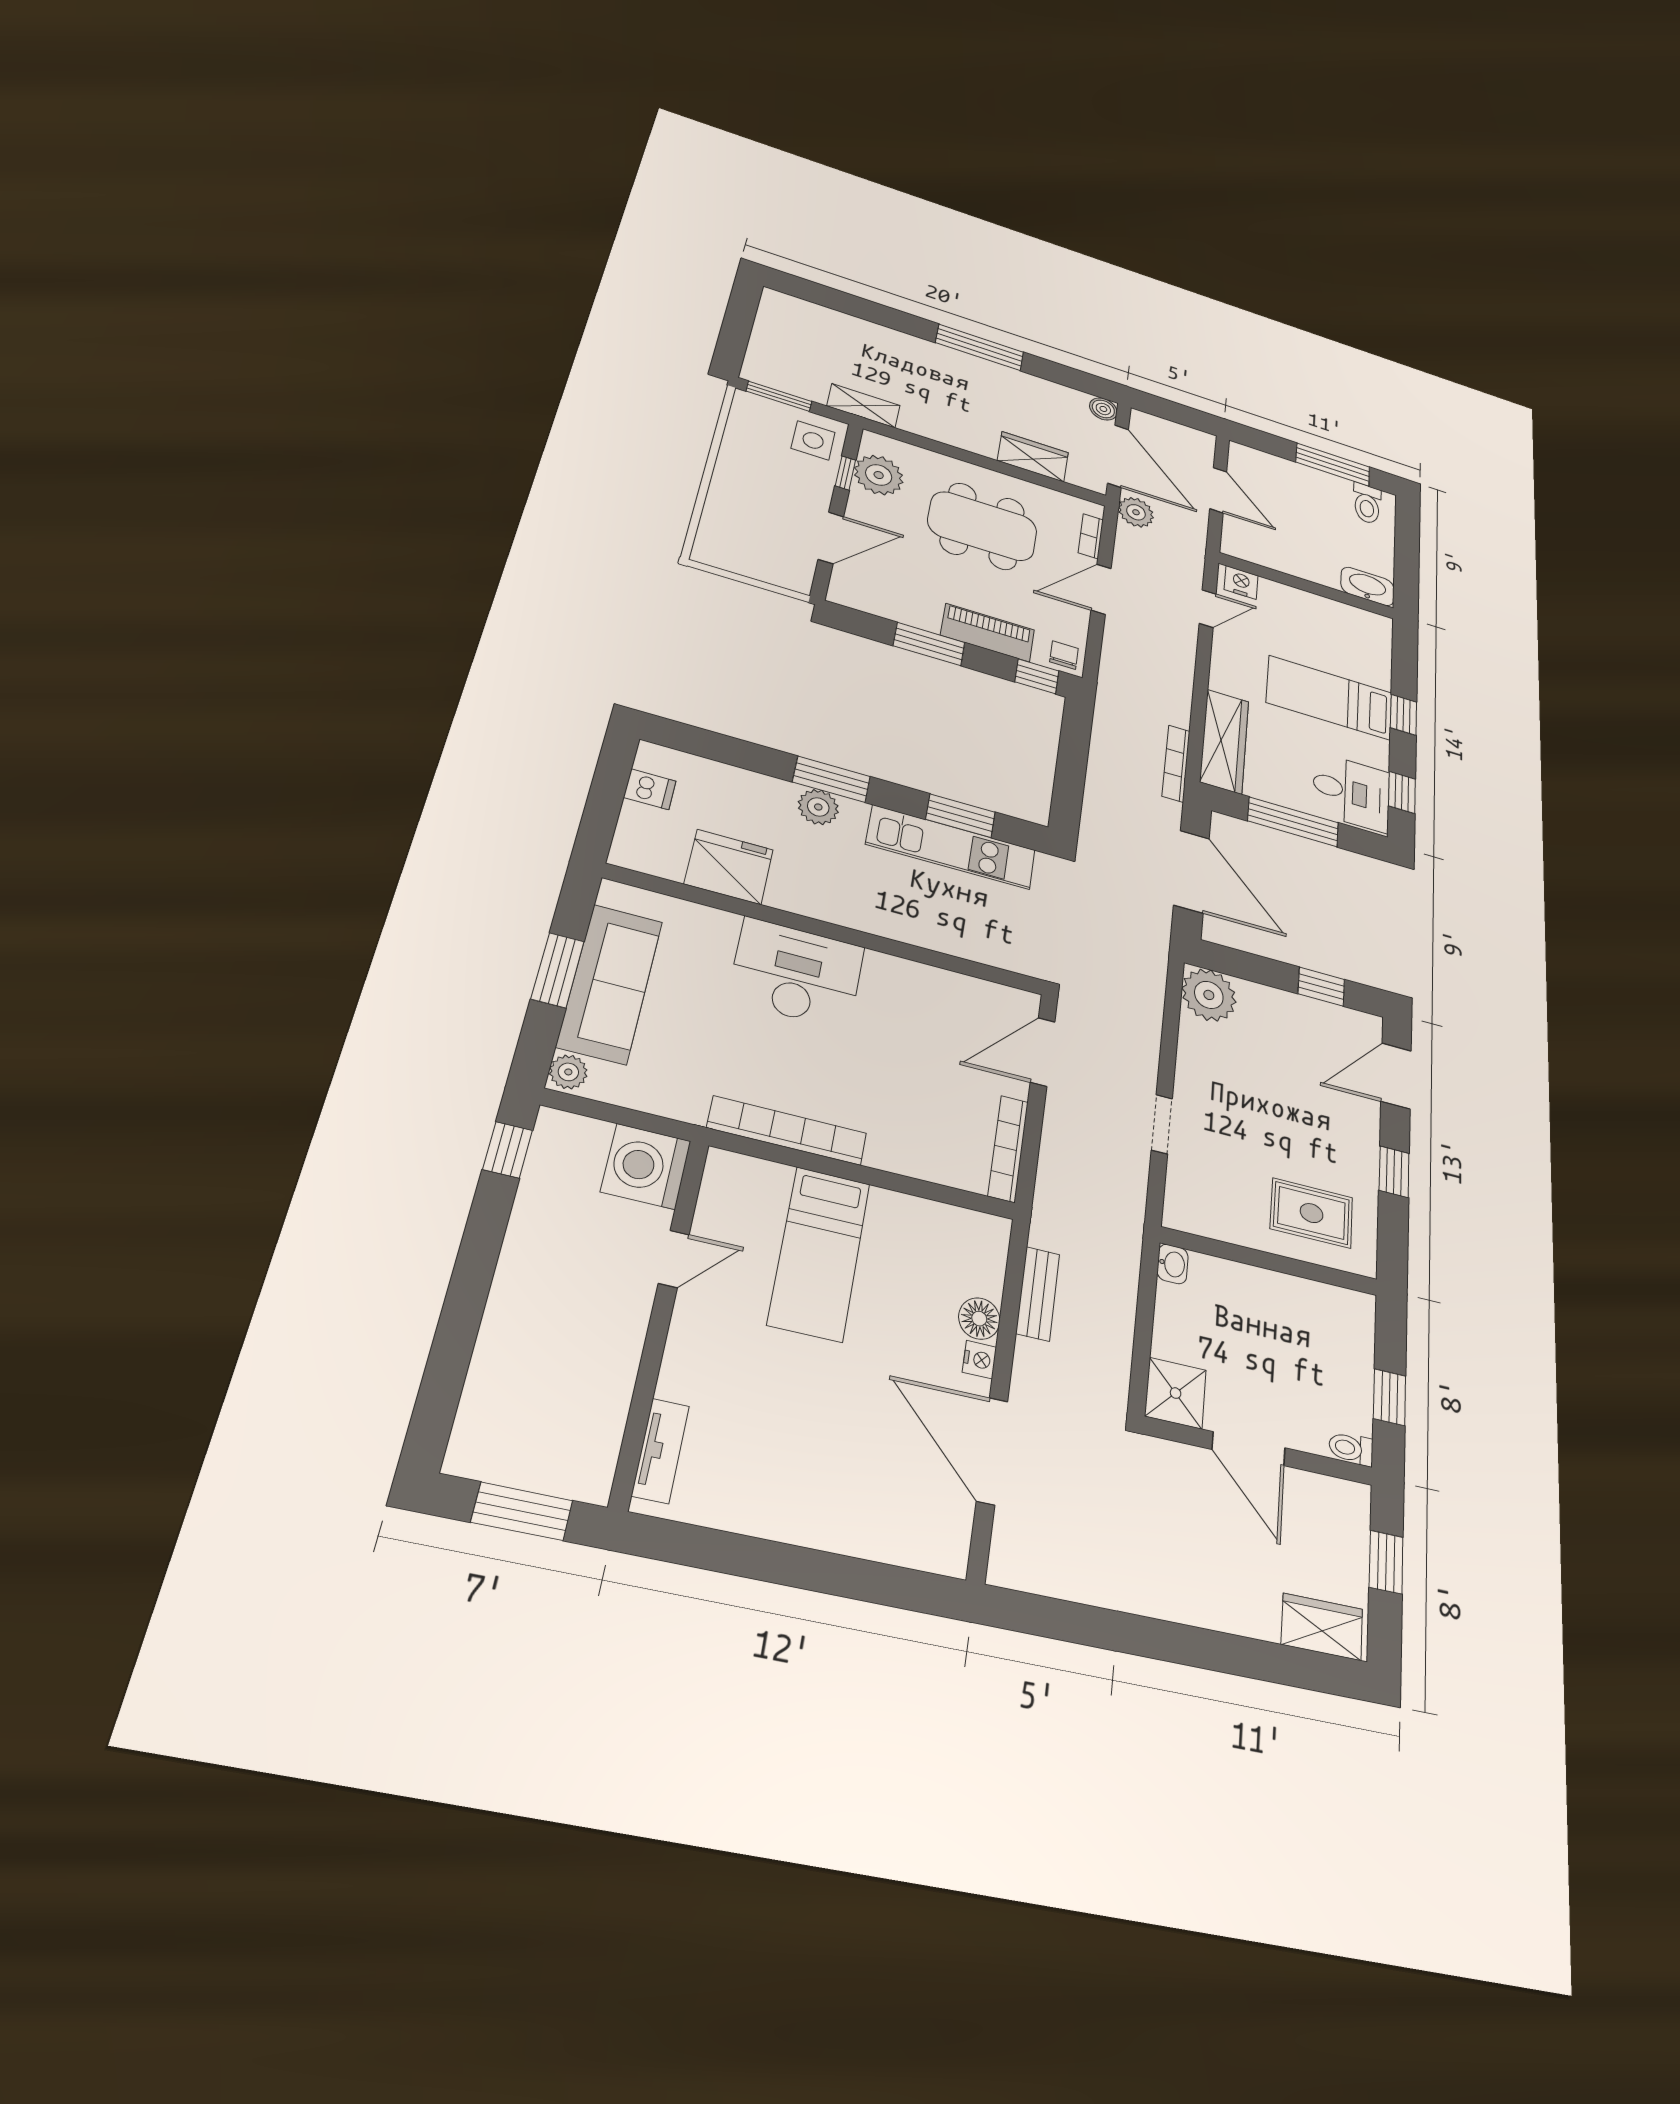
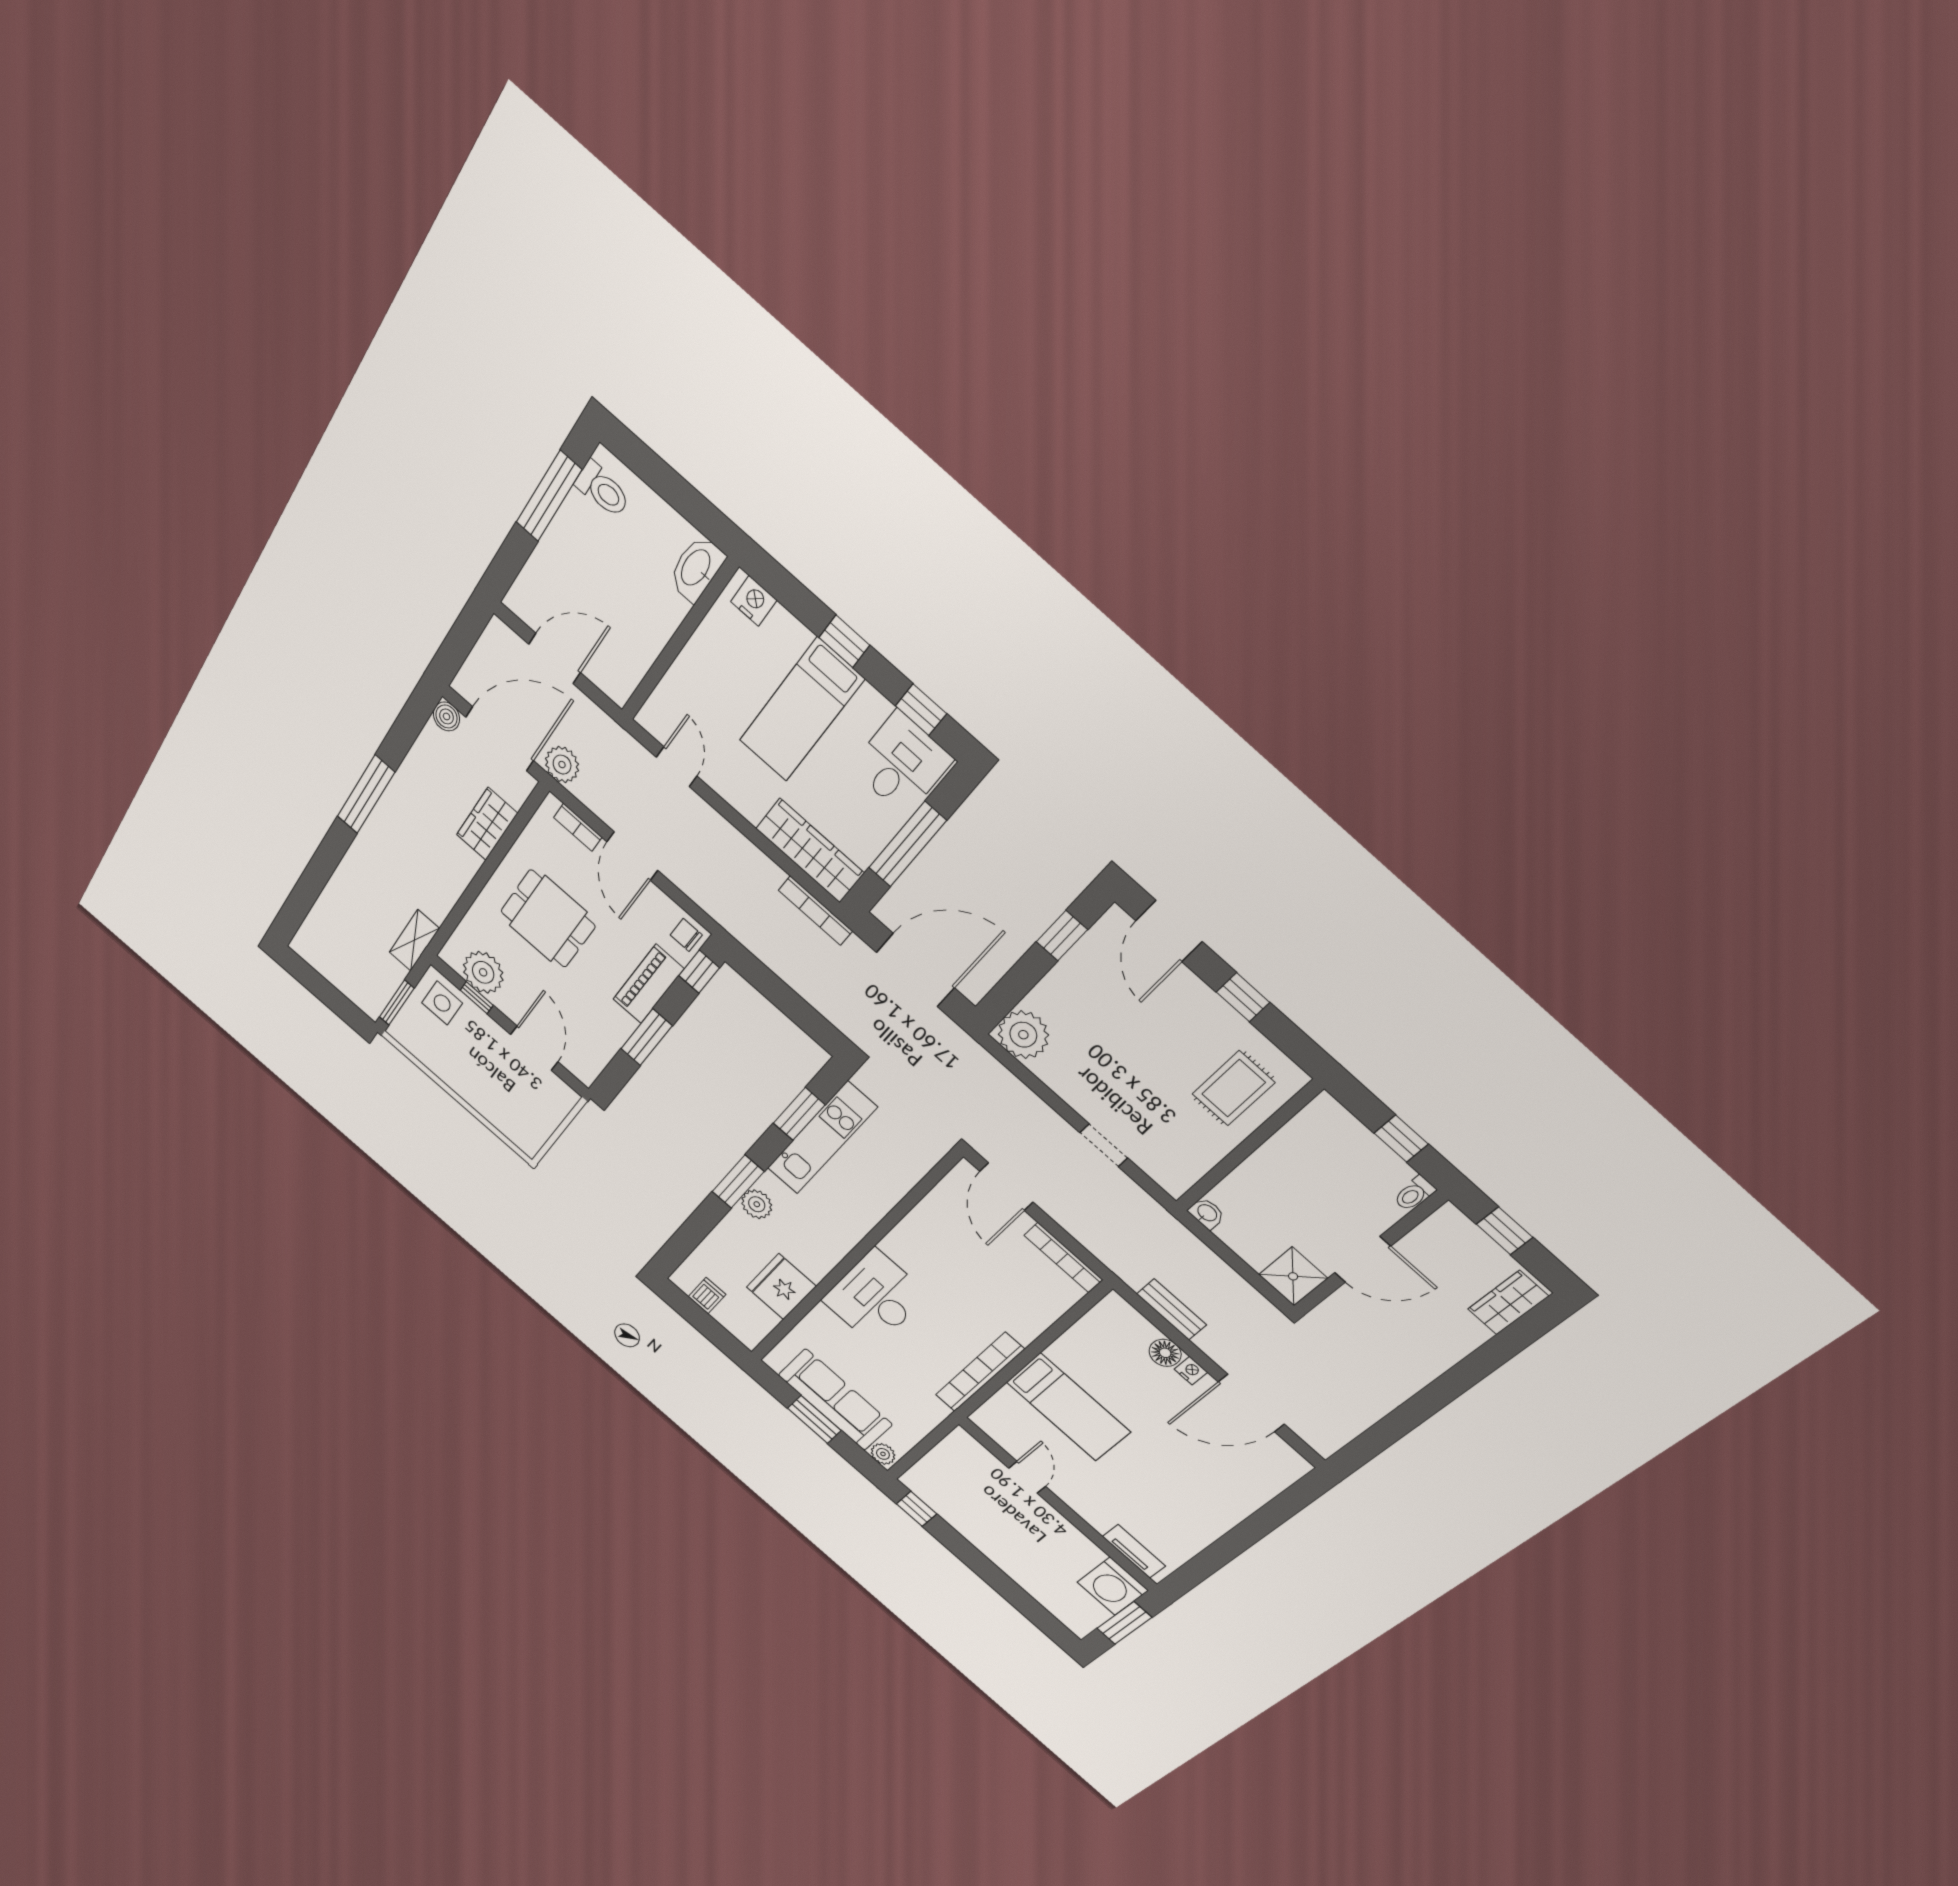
dining table: (982, 526) -> (548, 919), width x0.73
nightstand: (1241, 583) -> (754, 601), moved, turned 90
washing machine: (646, 1166) -> (1112, 1586), moved

